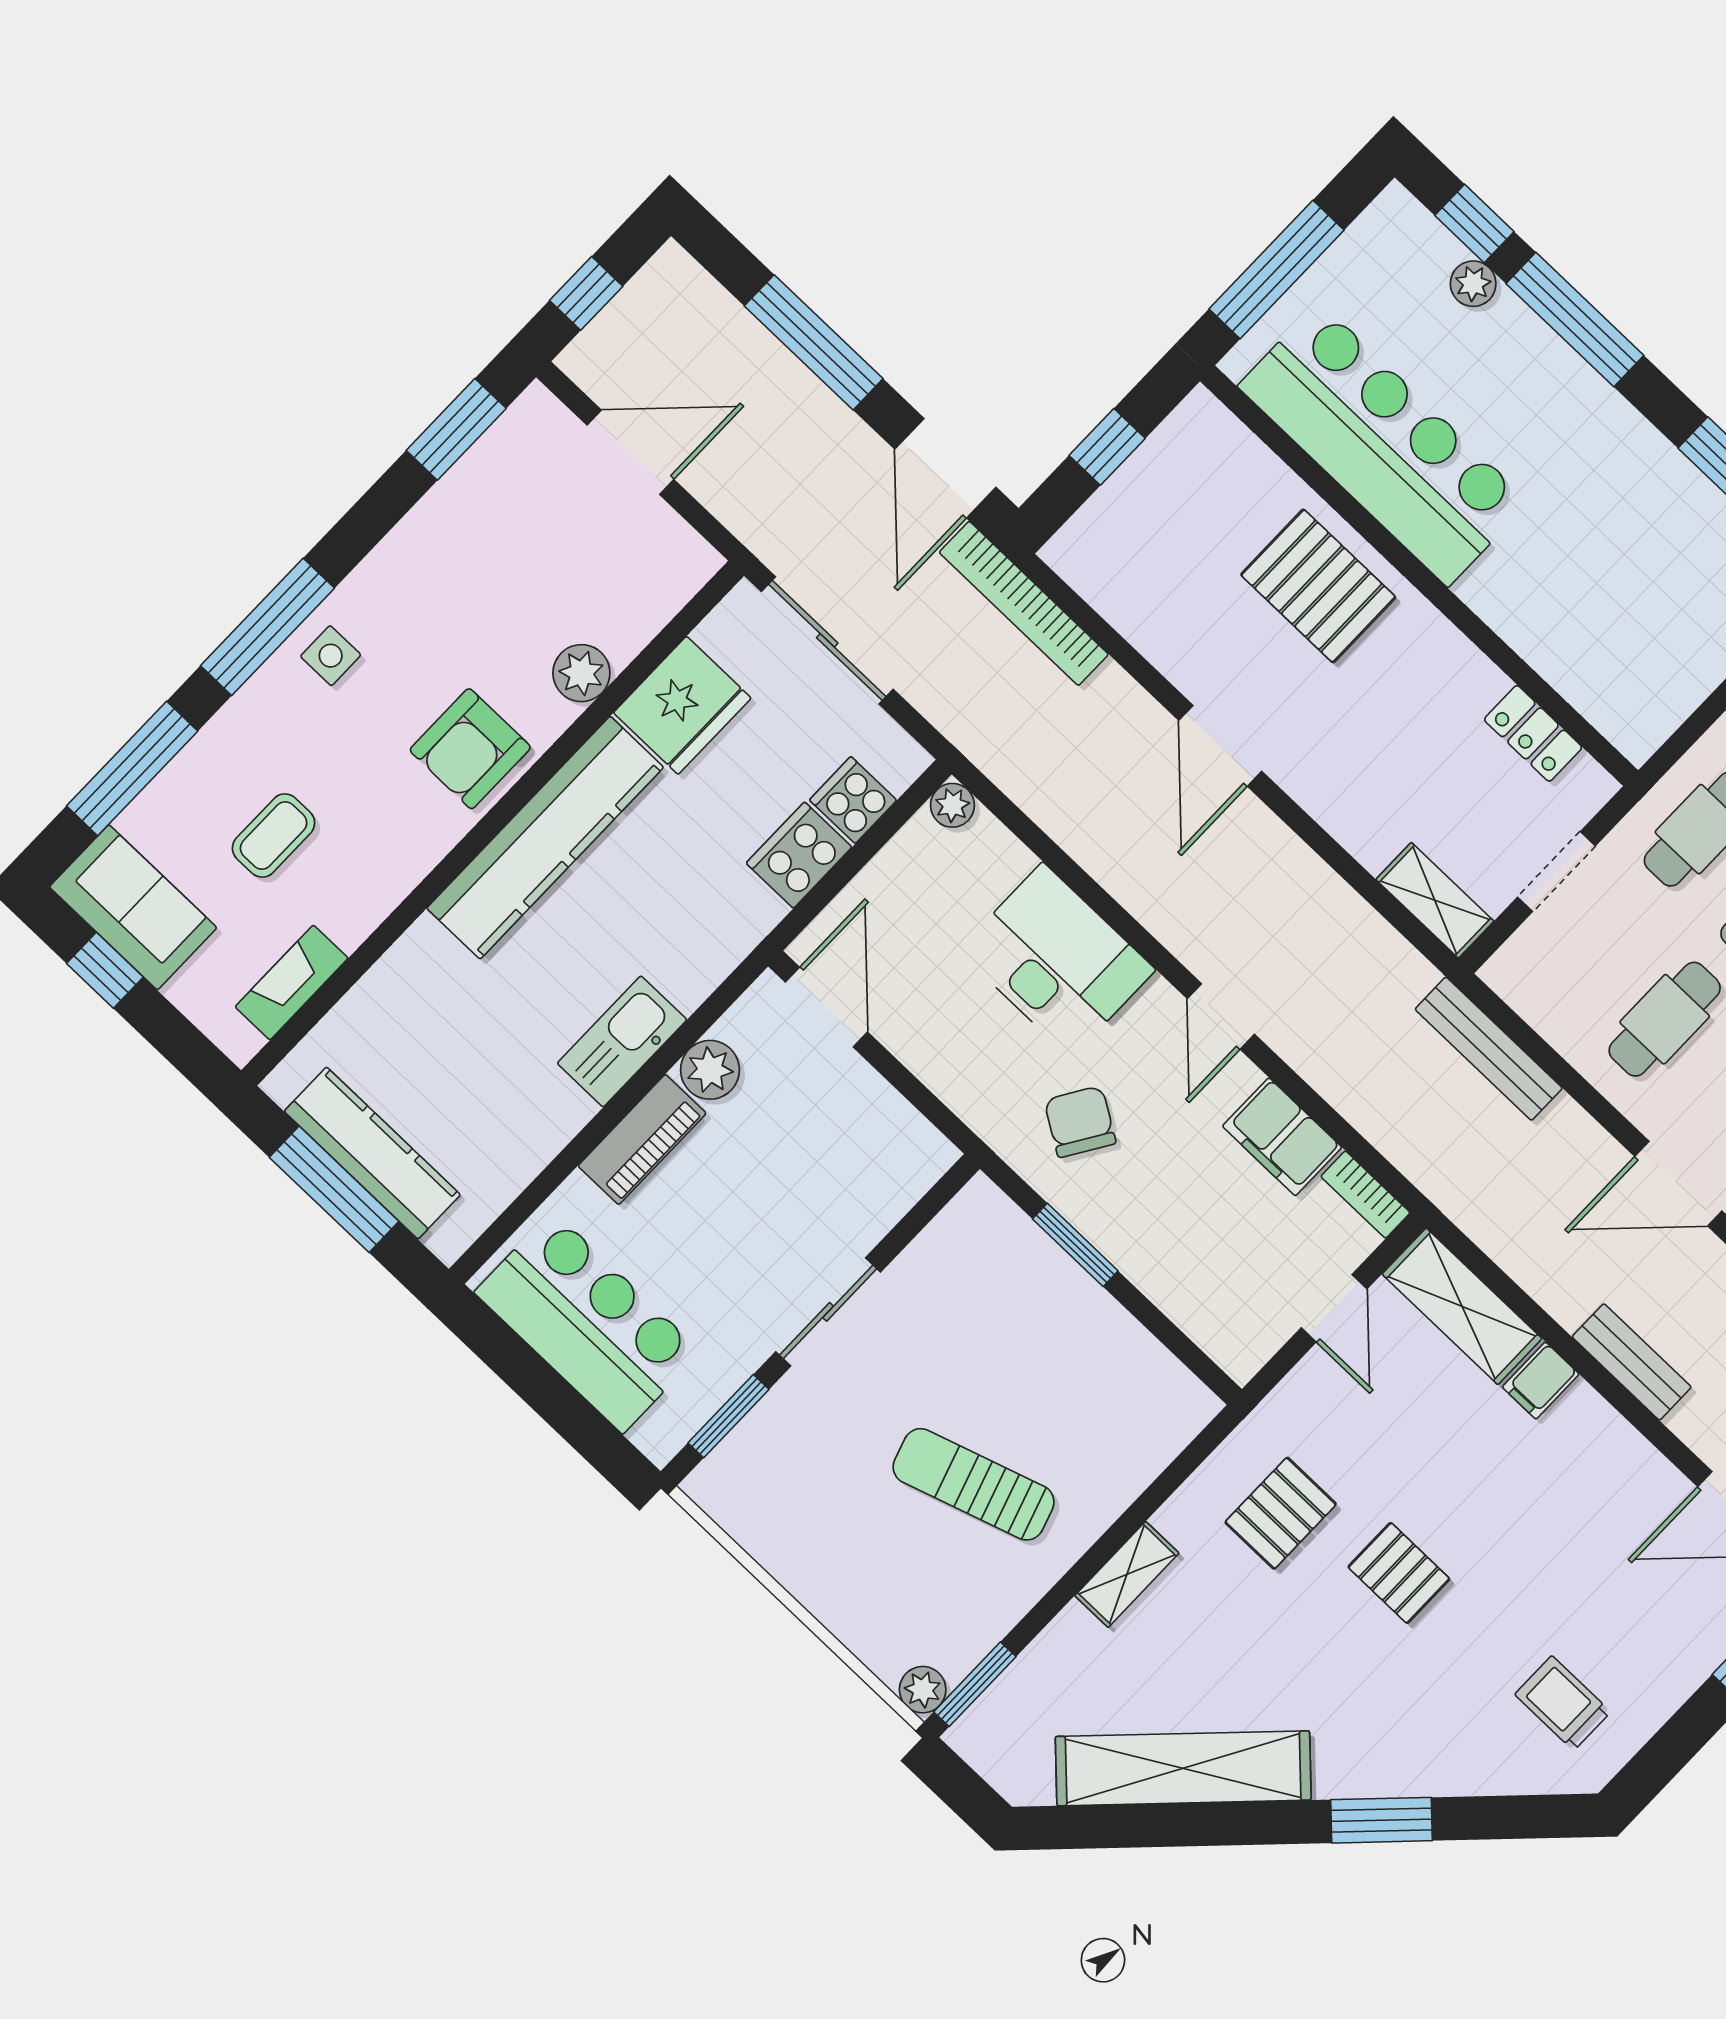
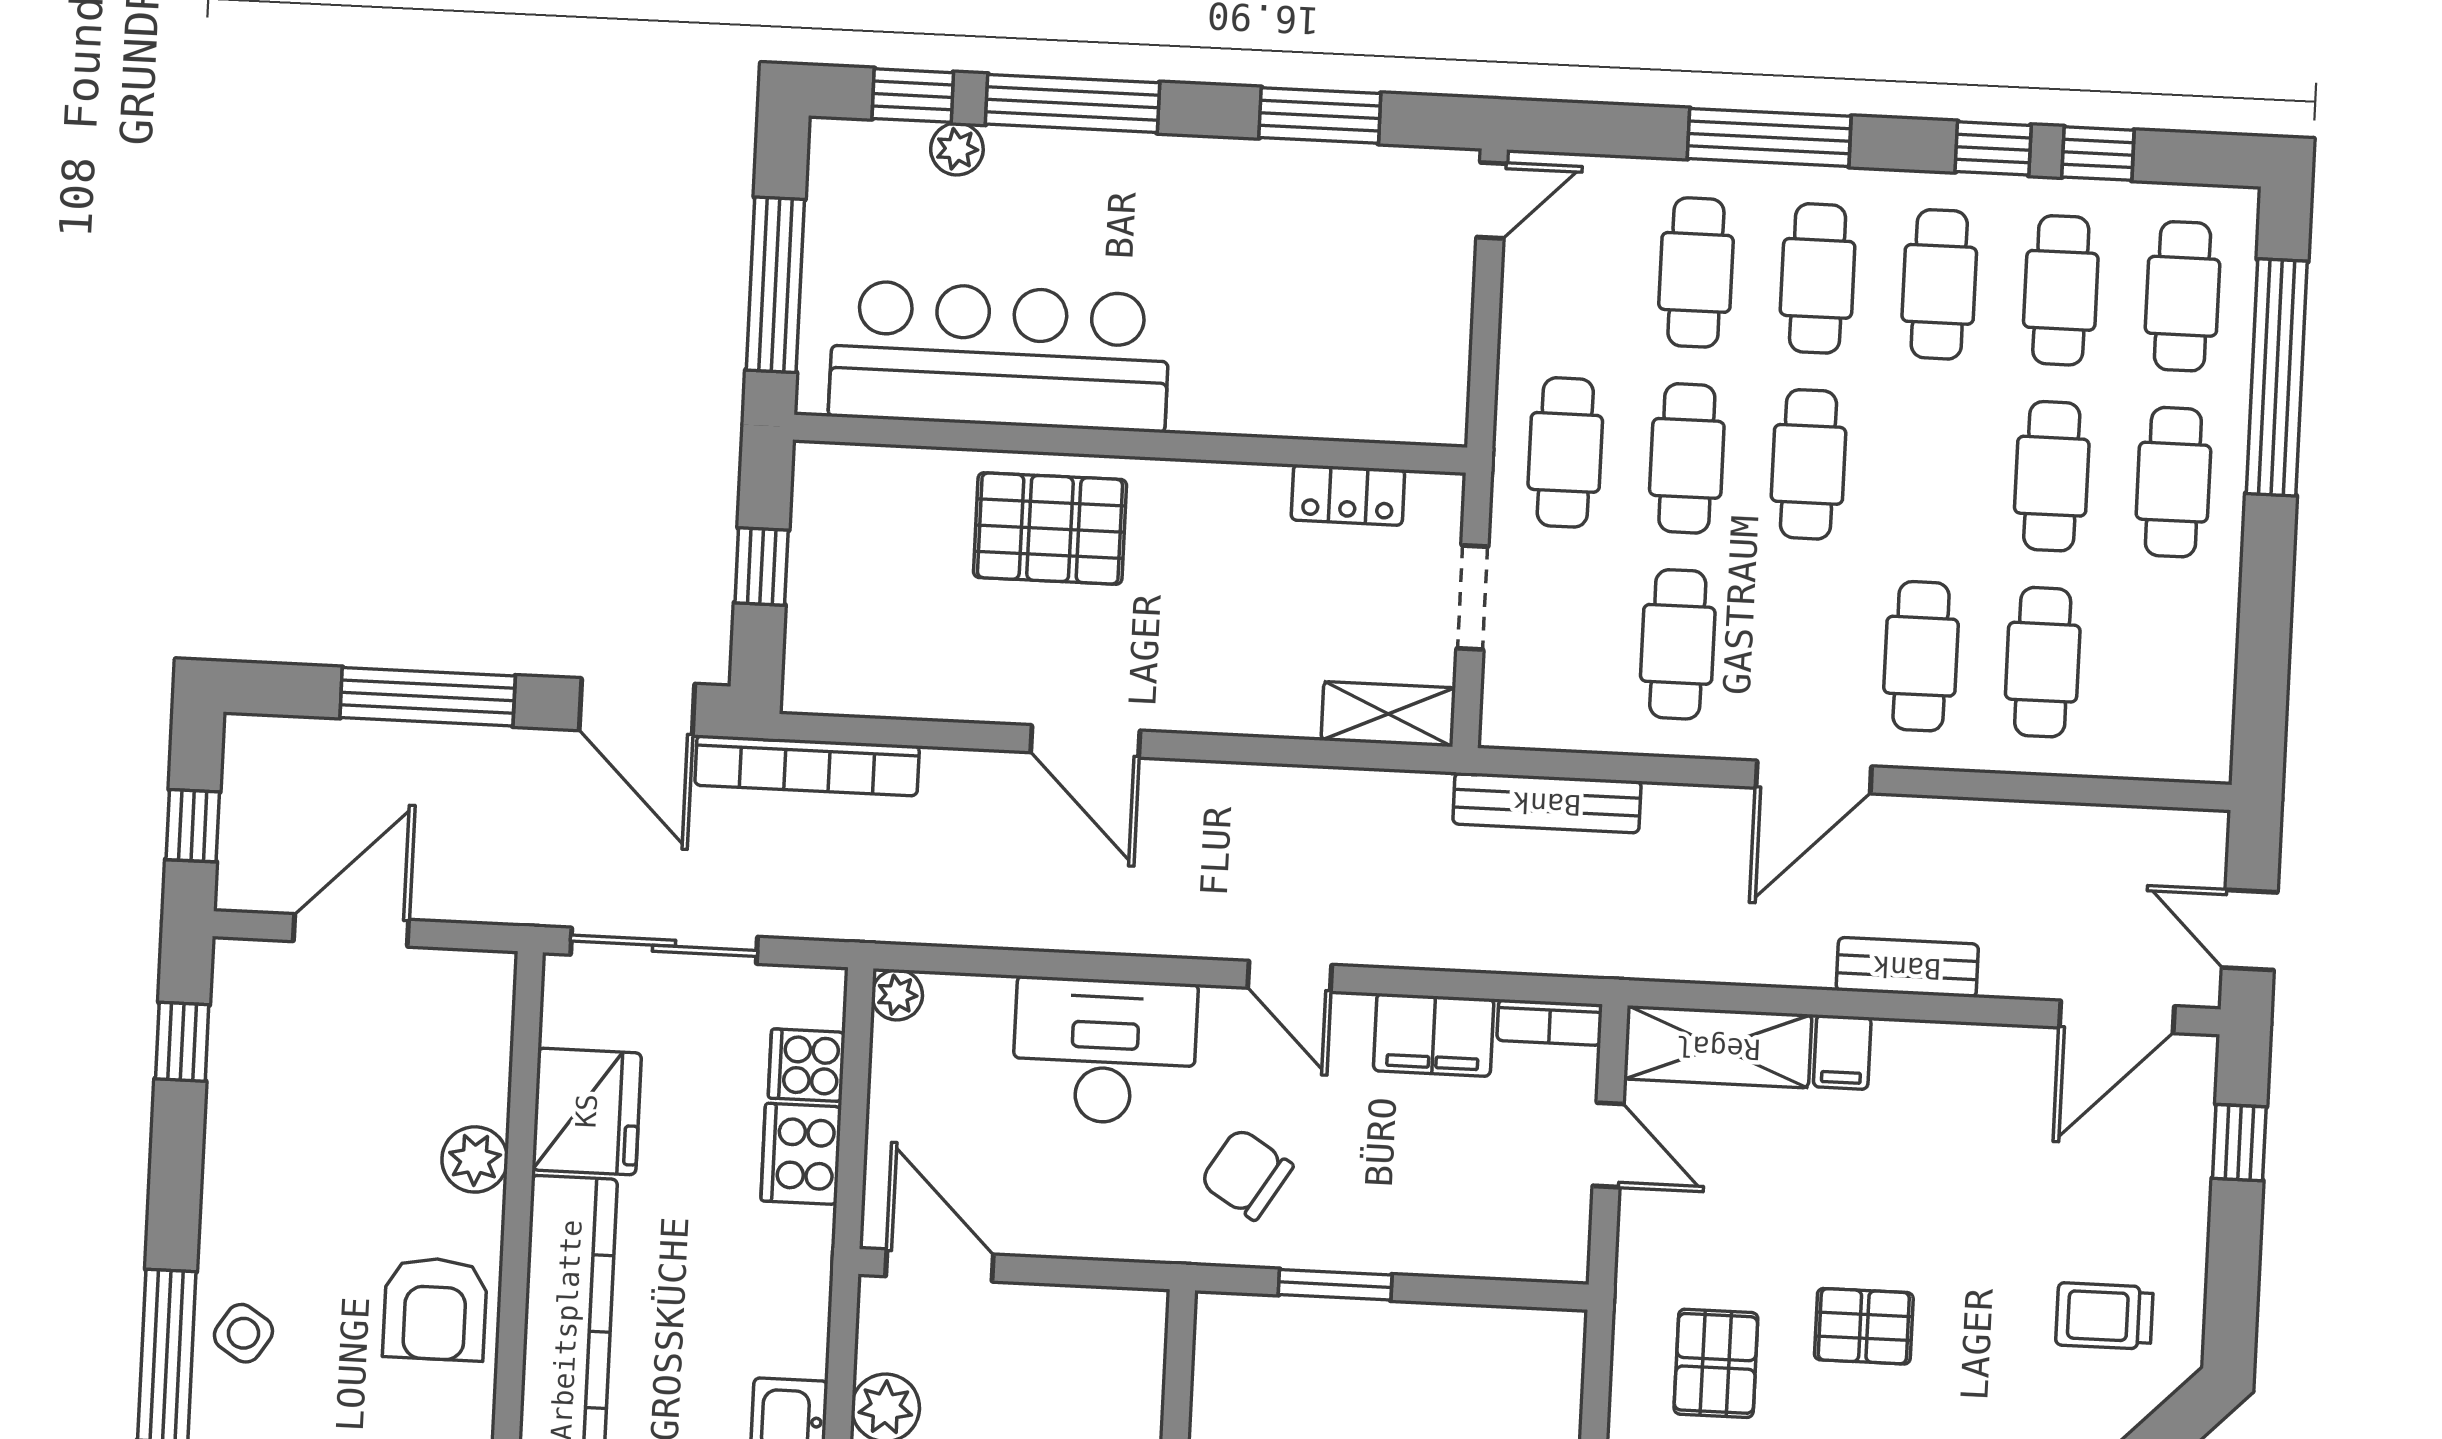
window: (456, 429) -> (182, 1042), width x0.67
side table: (331, 656) -> (243, 1333), turned 33

